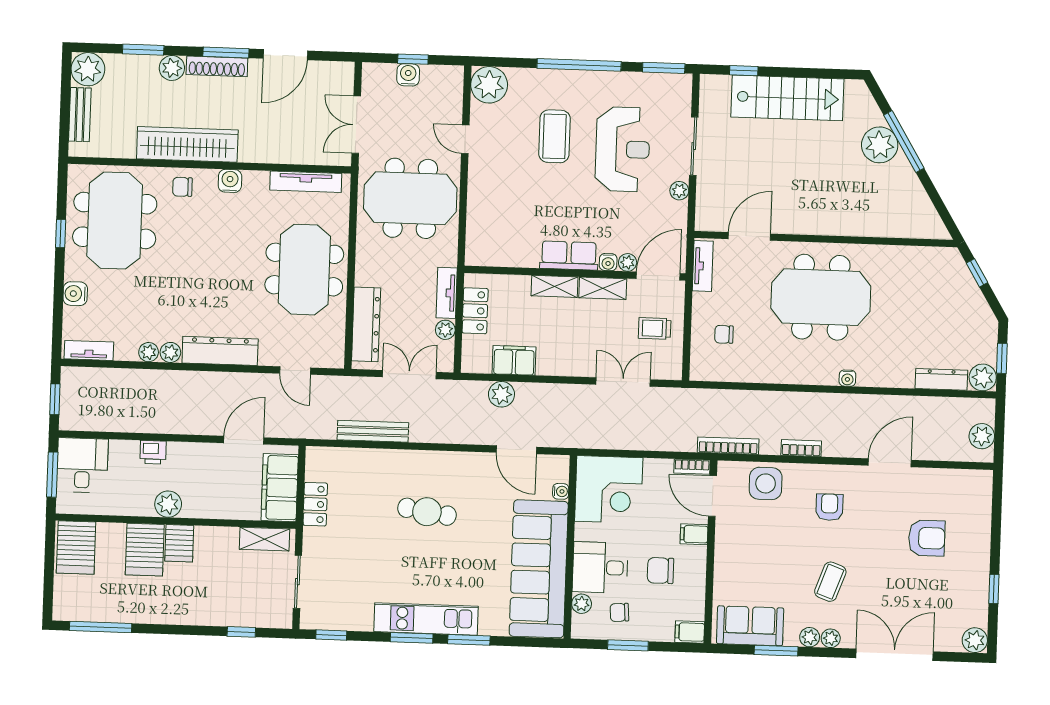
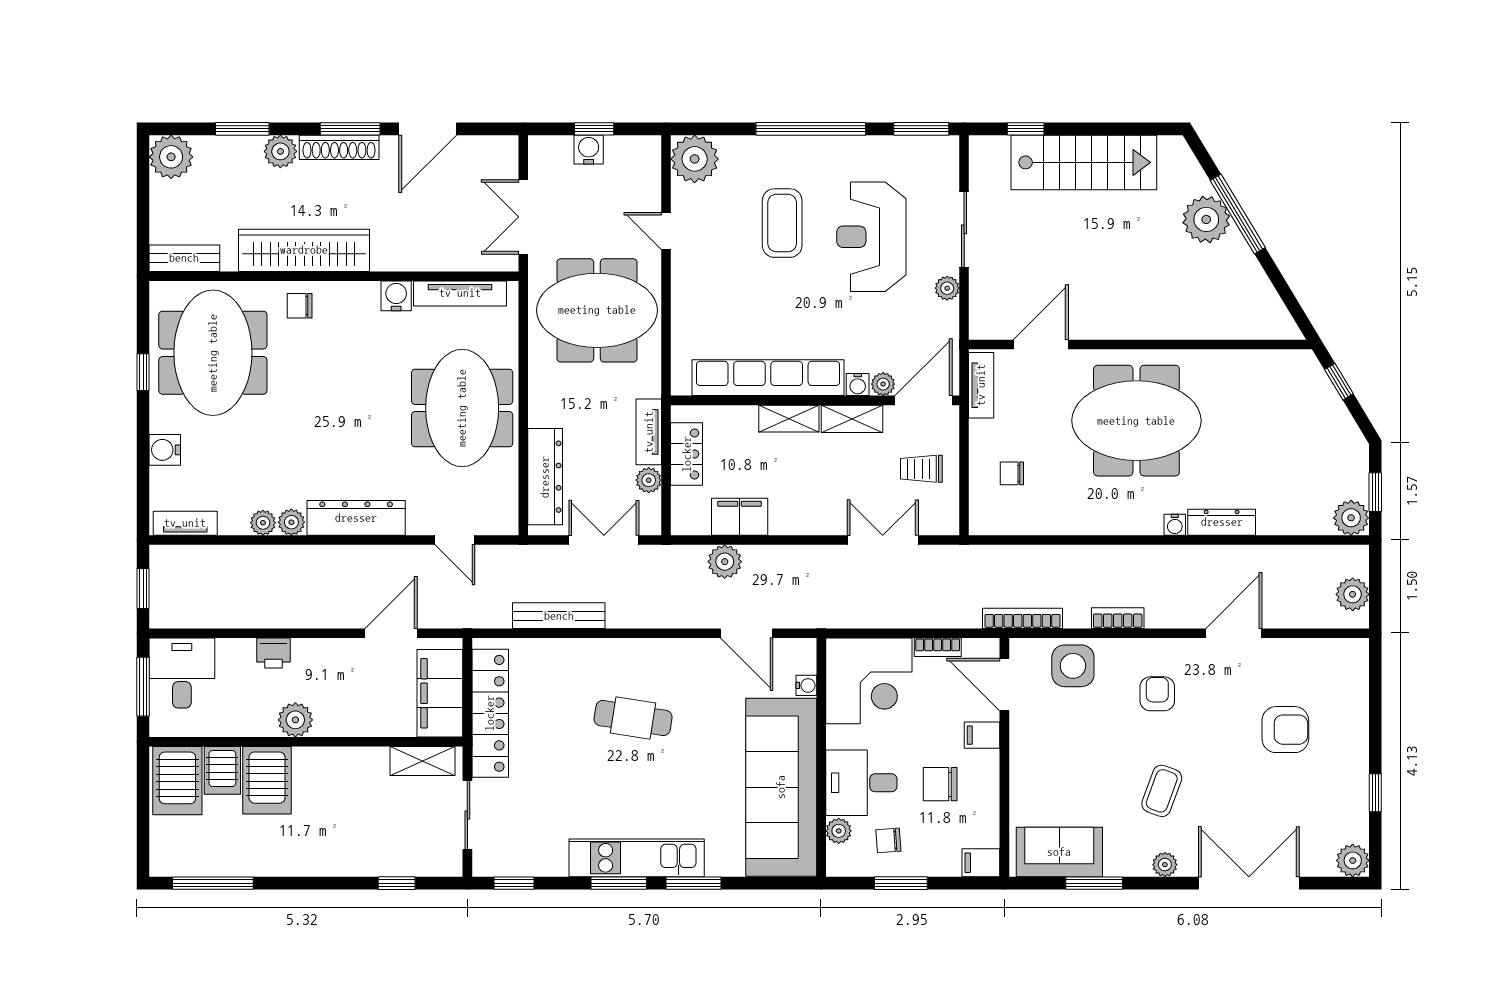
bench: (80, 115) -> (184, 258), moved, turned 90
reception desk: (622, 149) -> (871, 237), turned 180
water cooler: (230, 181) -> (396, 296), moved
row of seats: (569, 256) -> (768, 378), width x2.02
dresser: (941, 379) -> (1222, 522), moved
bookcase: (692, 467) -> (938, 647), moved
locker: (315, 504) -> (490, 713), width x2.16, depth x1.21
server rack: (179, 543) -> (222, 770), moved
plant: (810, 637) -> (1137, 864), removed

